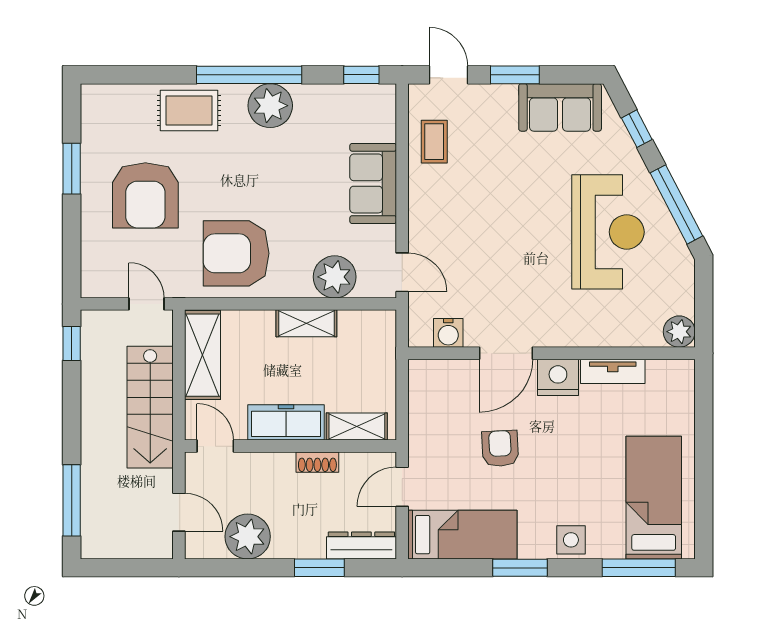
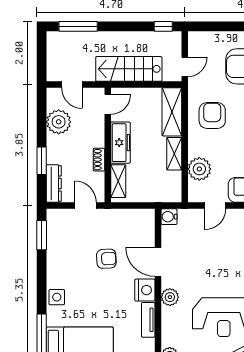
armchair: (236, 253) -> (212, 116), width x0.73, depth x0.73
door: (402, 272) -> (215, 206), moved
plant: (571, 331) -> (170, 297), added
water cooler: (448, 333) -> (169, 217), moved
shelving: (203, 355) -> (172, 112), moved, turned 90
door: (179, 512) -> (72, 85), hinge flipped
bed: (462, 535) -> (60, 238), removed
window: (520, 568) -> (42, 235), moved

